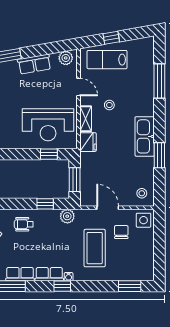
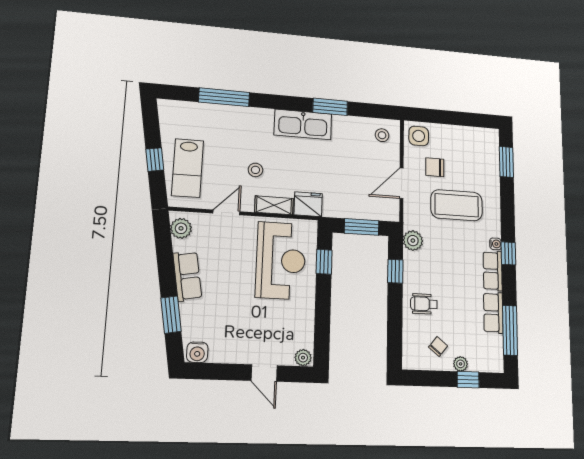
wheelchair: (24, 224) -> (424, 304), turned 90

